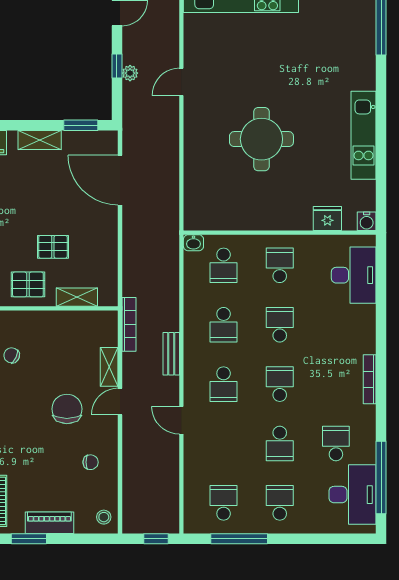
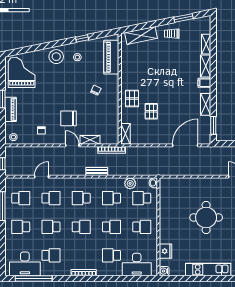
plant: (195, 288) -> (130, 183), added
shelving: (77, 297) -> (126, 134), moved
school desk: (336, 325) -> (111, 255), added
chair: (67, 409) -> (69, 118), turned 180
door: (181, 420) -> (41, 177), moved
school desk: (224, 443) -> (51, 198), added
school desk: (280, 503) -> (21, 227), turned 180

